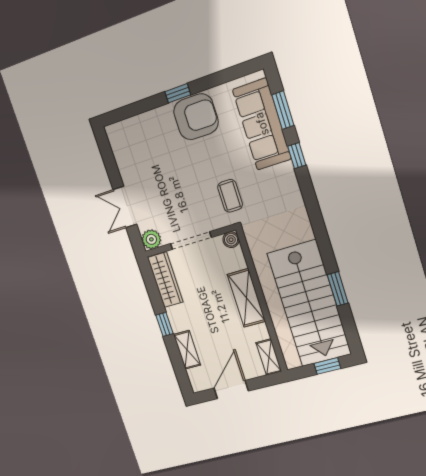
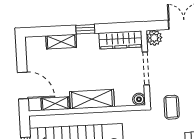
coffee table: (230, 196) -> (172, 107), turned 90
shelving: (269, 357) -> (55, 104), moved
door: (231, 390) -> (23, 85), moved

